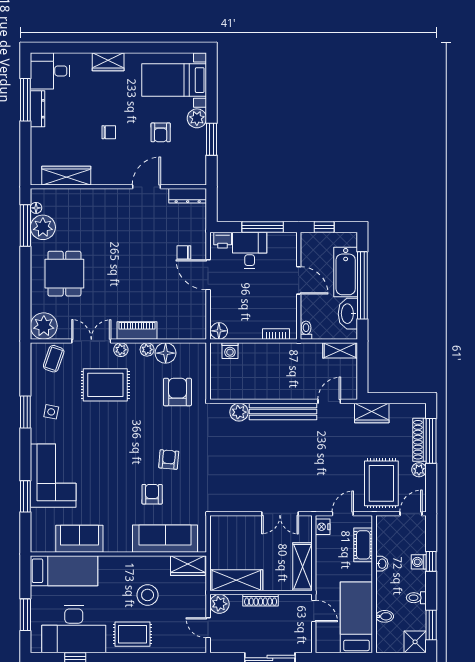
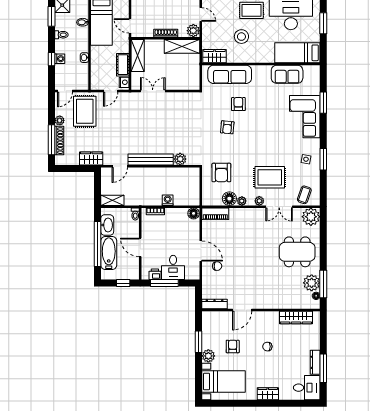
printer: (223, 240) -> (155, 274), moved
dining table: (64, 274) -> (297, 252), width x1.38
piano: (137, 330) -> (215, 214), moved
washing machine: (230, 351) -> (168, 200), moved
armchair: (152, 494) -> (238, 104), turned 180
cot: (363, 545) -> (123, 65), moved

